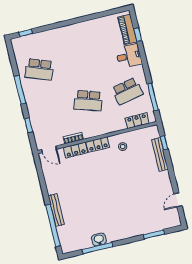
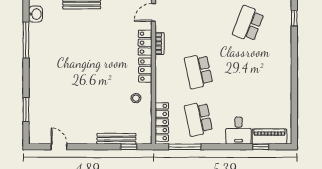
school desk: (88, 101) -> (198, 71), turned -30
locker: (137, 121) -> (162, 122), width x1.53
washbasin: (99, 239) -> (35, 14), moved

